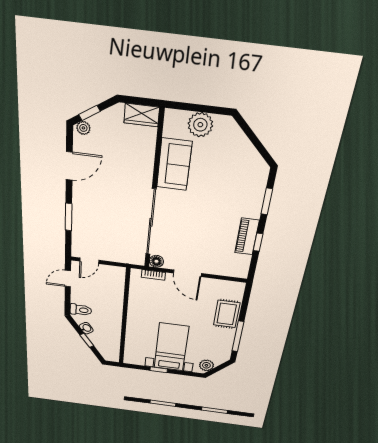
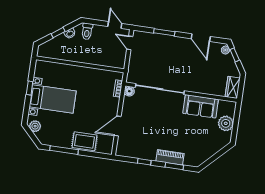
piano: (247, 236) -> (170, 157), moved
door: (187, 273) -> (118, 126), moved

